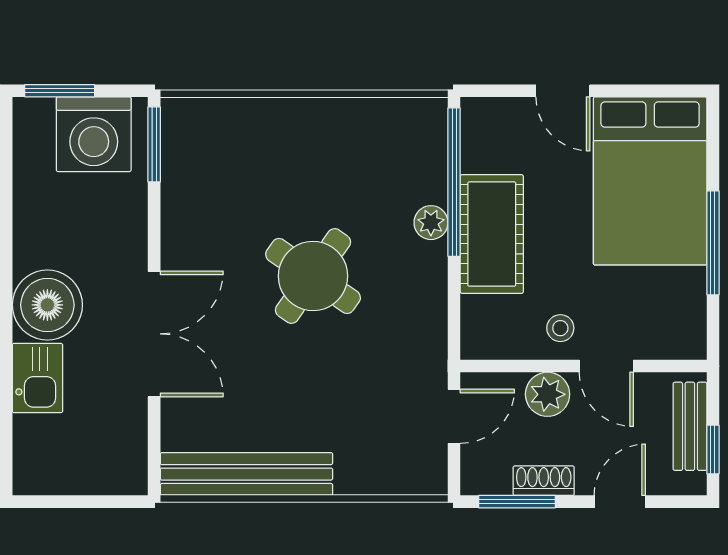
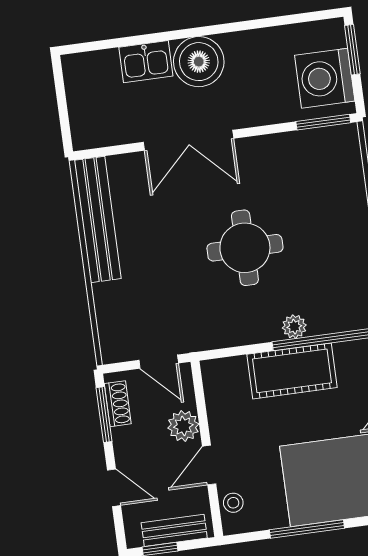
round table: (313, 276) -> (245, 248), turned -35
stool: (560, 328) -> (233, 503), moved
shoe rack: (544, 481) -> (118, 404), moved

